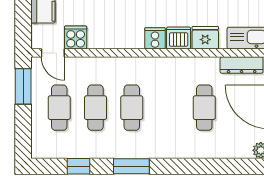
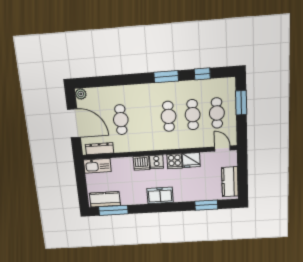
cooker: (76, 37) -> (175, 161), moved
fridge: (205, 38) -> (191, 160), moved
window: (23, 86) -> (241, 103), moved

